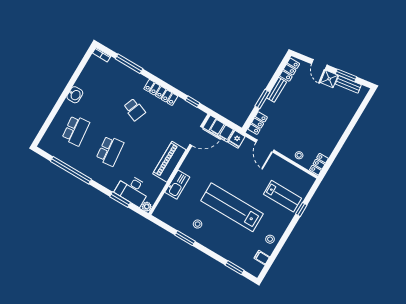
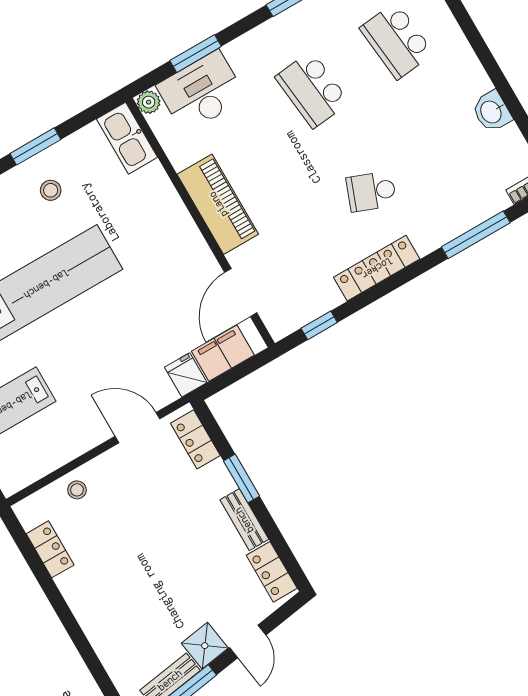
door: (319, 64) -> (248, 641), swing flipped
washbasin: (75, 95) -> (492, 112), moved
locker: (319, 164) -> (50, 549), moved
kitchen sink: (177, 185) -> (127, 138), moved

